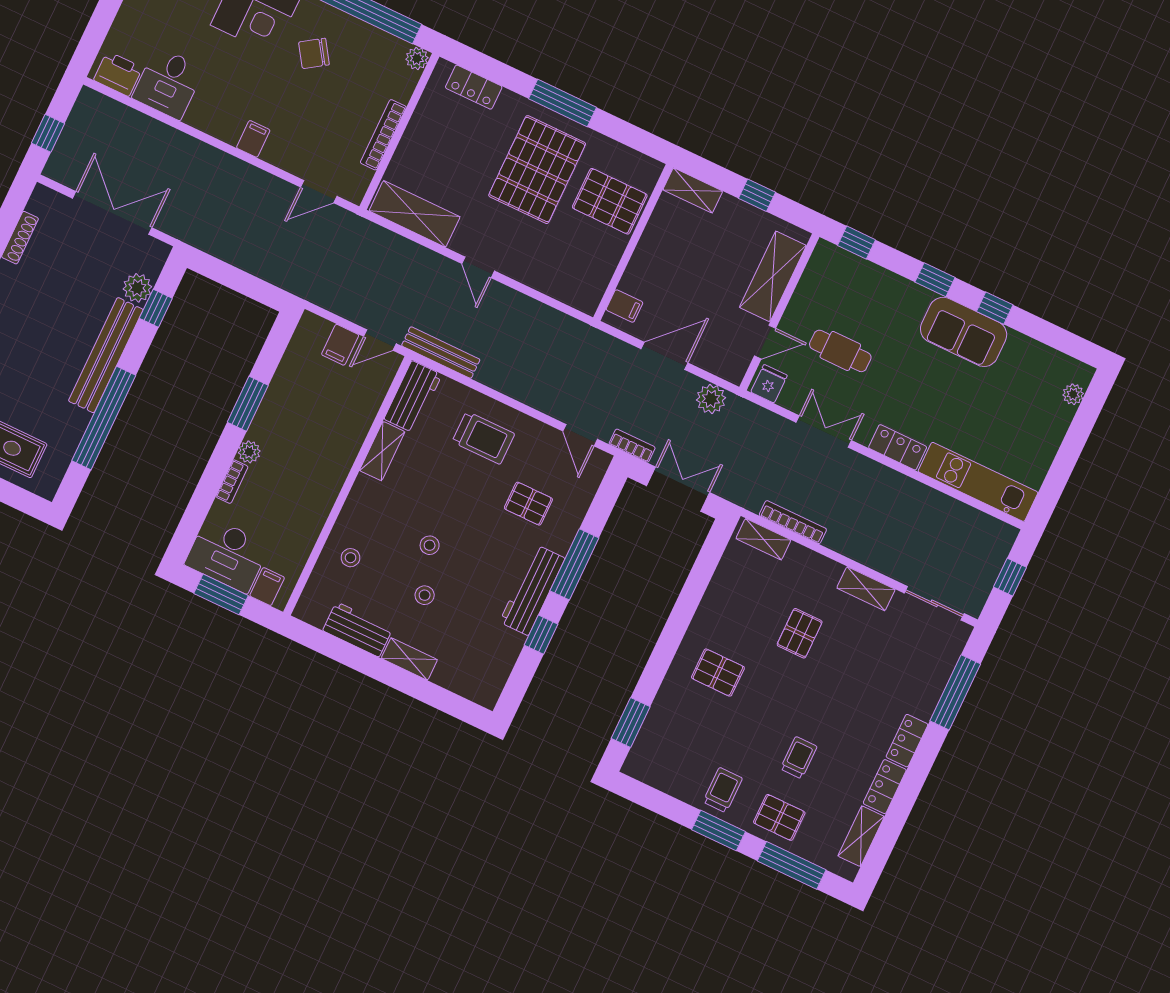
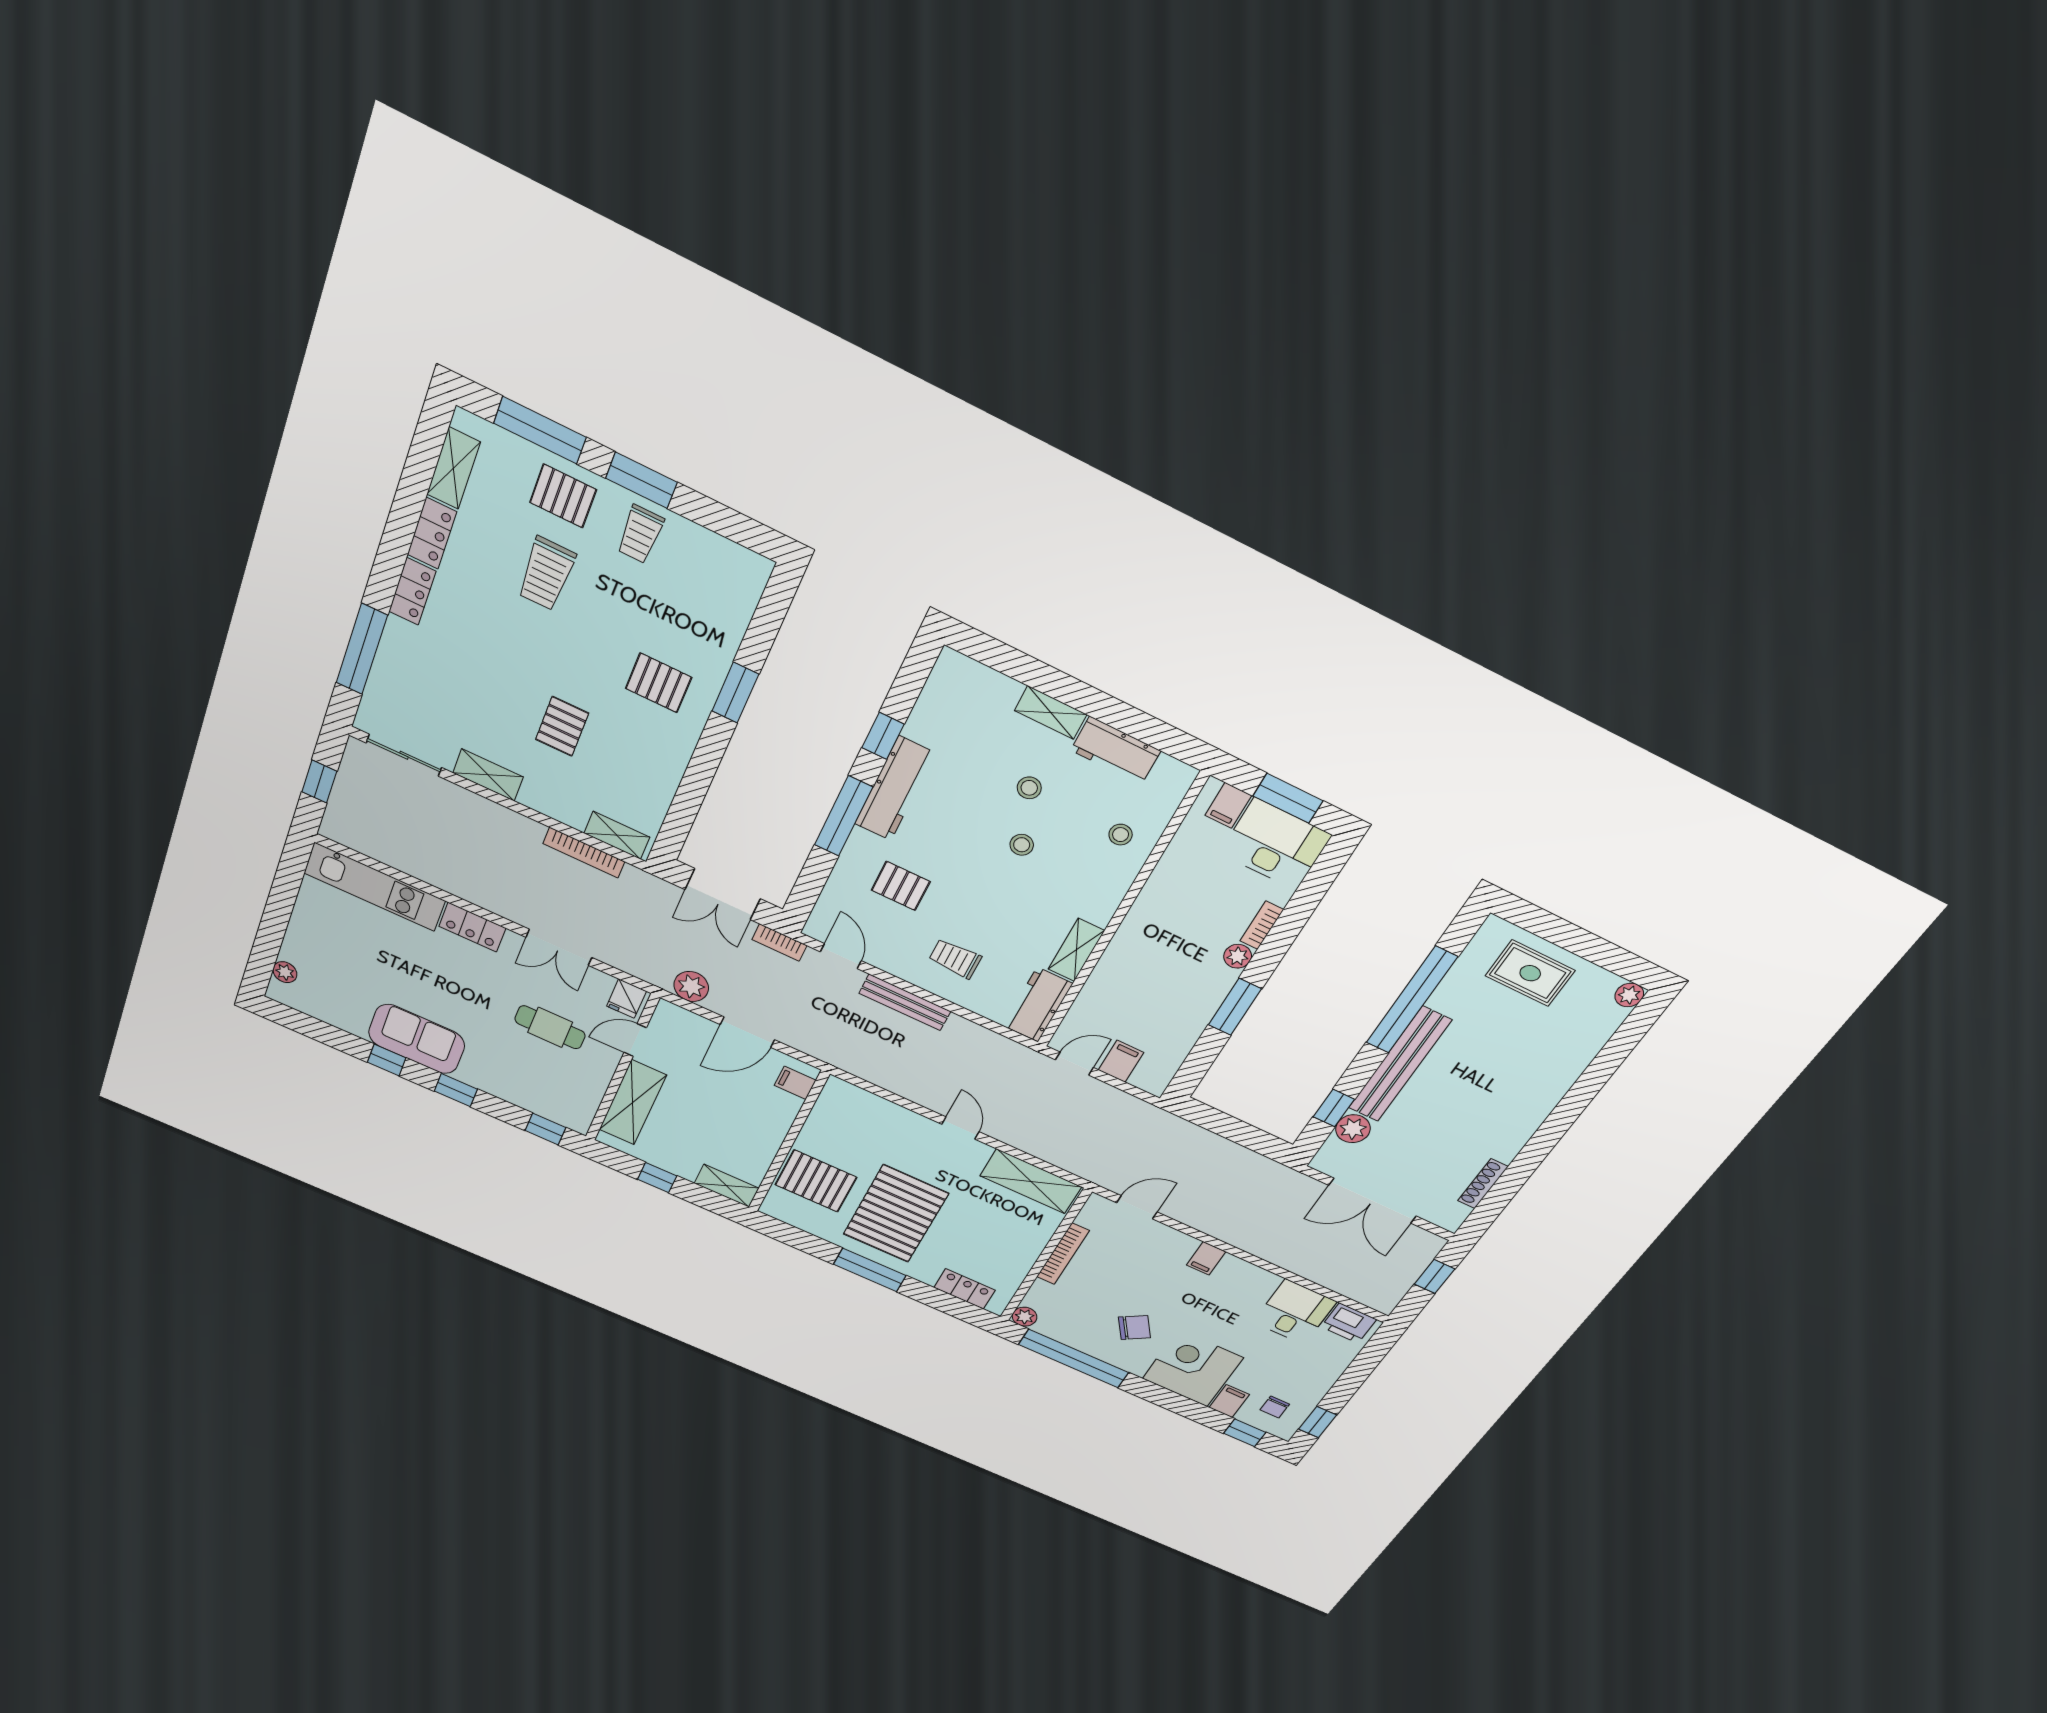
bench: (441, 353) -> (905, 1002), moved
trolley: (483, 438) -> (955, 959), width x0.73, depth x0.72
window: (631, 722) -> (735, 693), moved
trolley: (799, 758) -> (546, 574), width x1.36, depth x1.39

